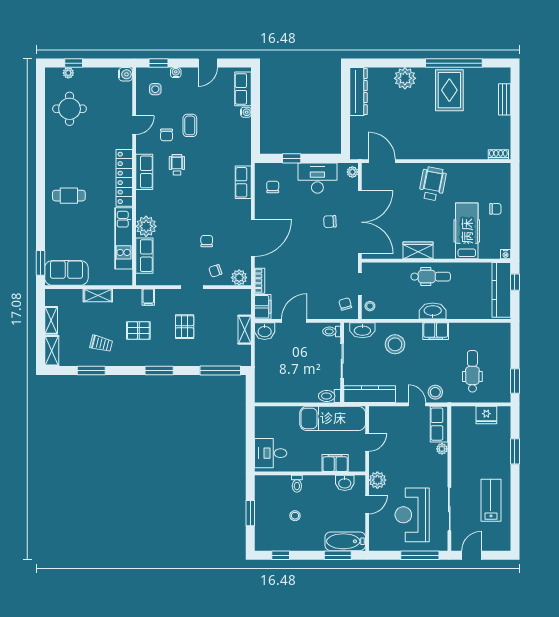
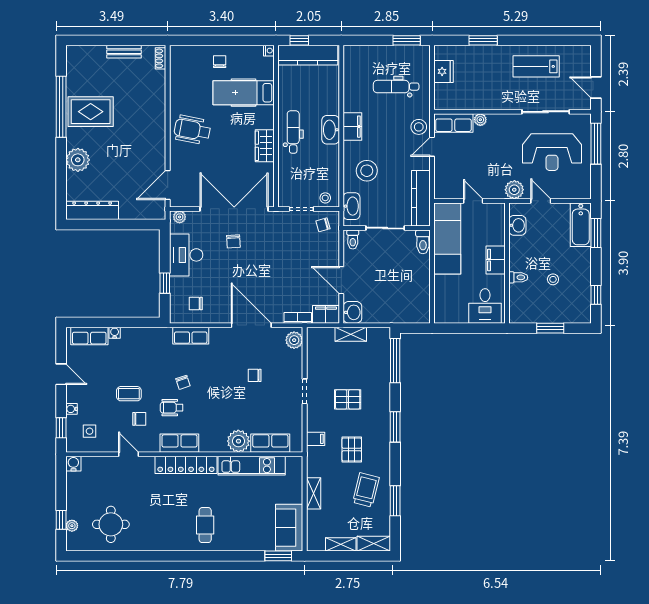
bench: (505, 99) -> (124, 52), moved
chair: (215, 271) -> (183, 382), moved
trolley: (101, 344) -> (366, 490), width x1.36, depth x1.39
filing cabinet: (335, 463) -> (496, 260), moved

